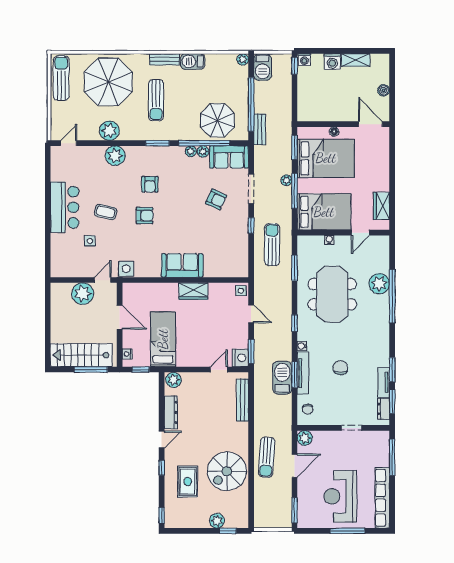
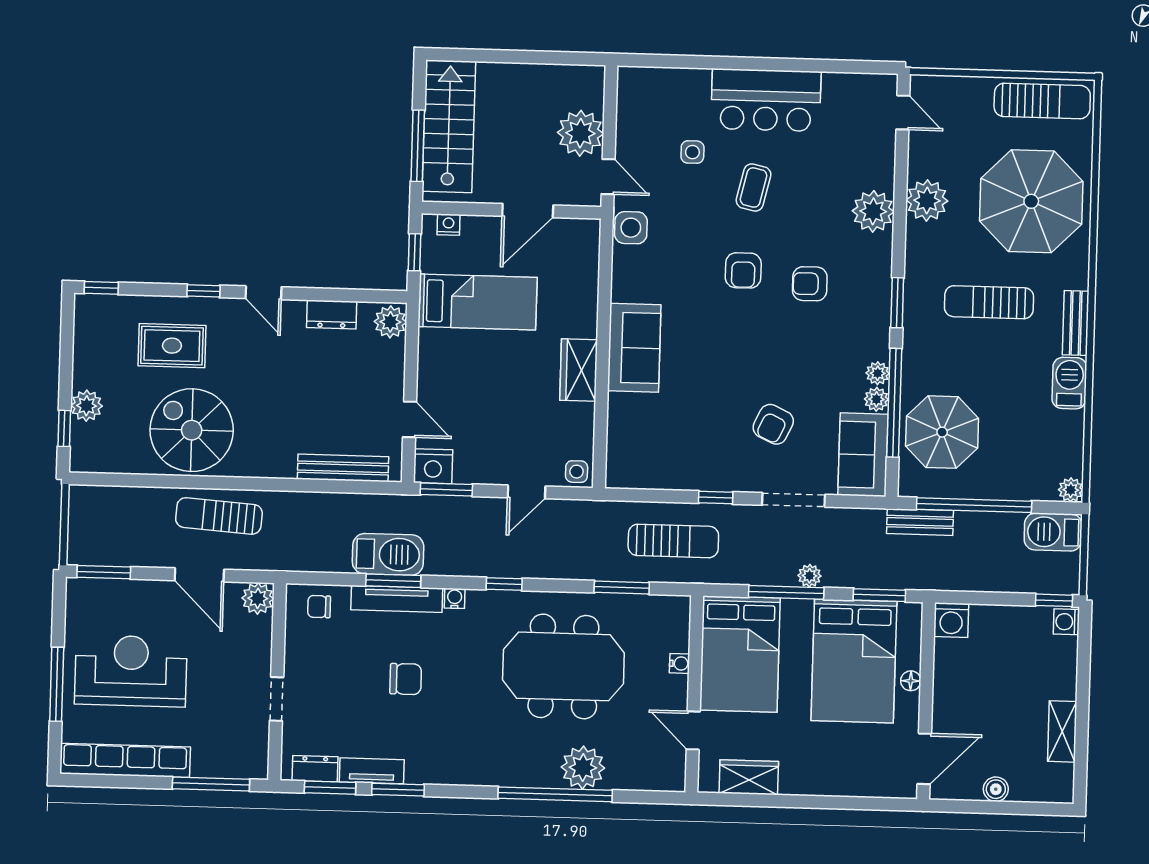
washing machine: (332, 62) -> (951, 620), moved, turned -90
dresser: (171, 412) -> (332, 314), width x0.70

